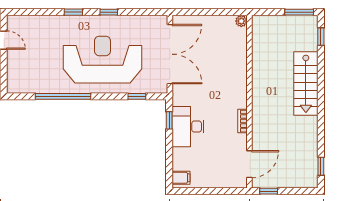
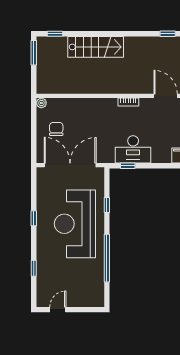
window: (73, 12) -> (34, 268), moved
chair: (211, 38) -> (56, 129), added
window: (137, 96) -> (107, 205), moved

